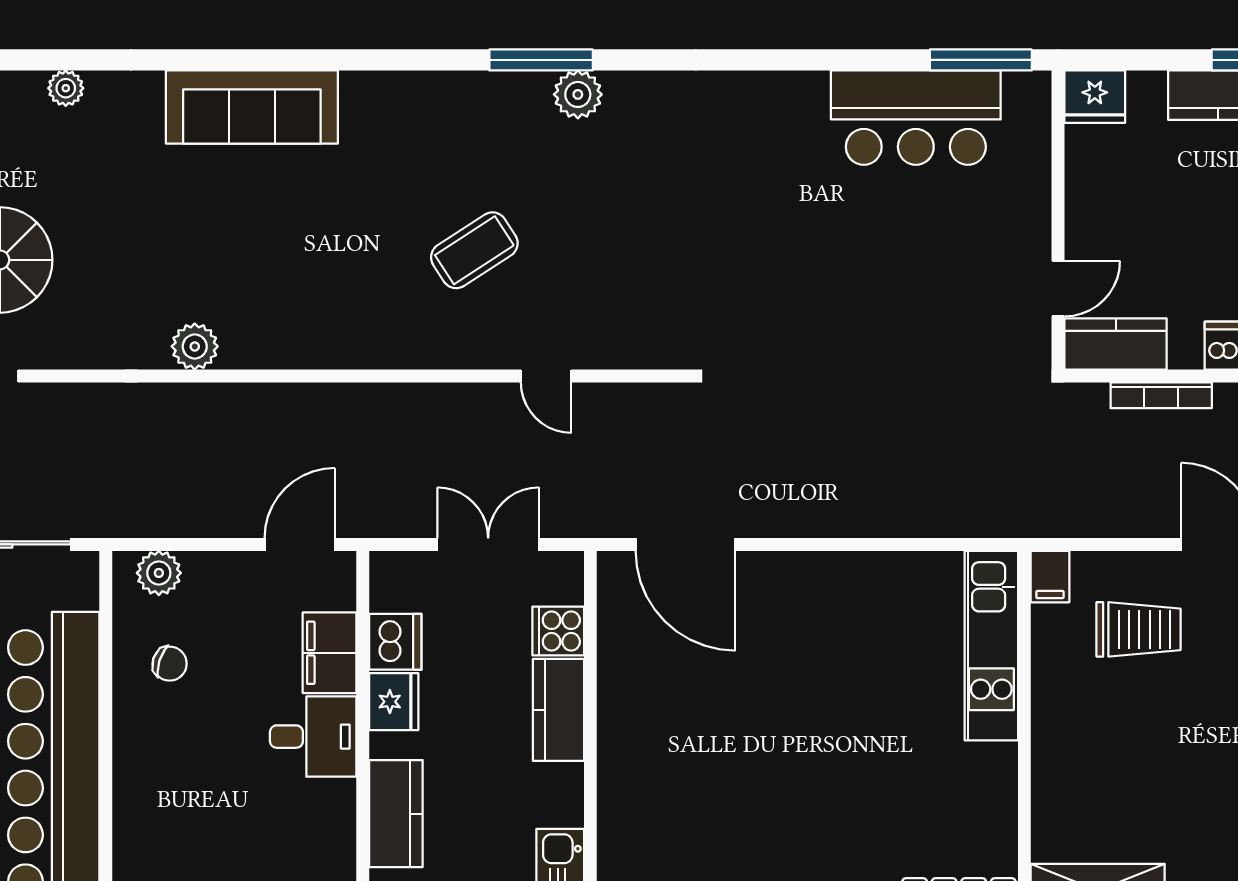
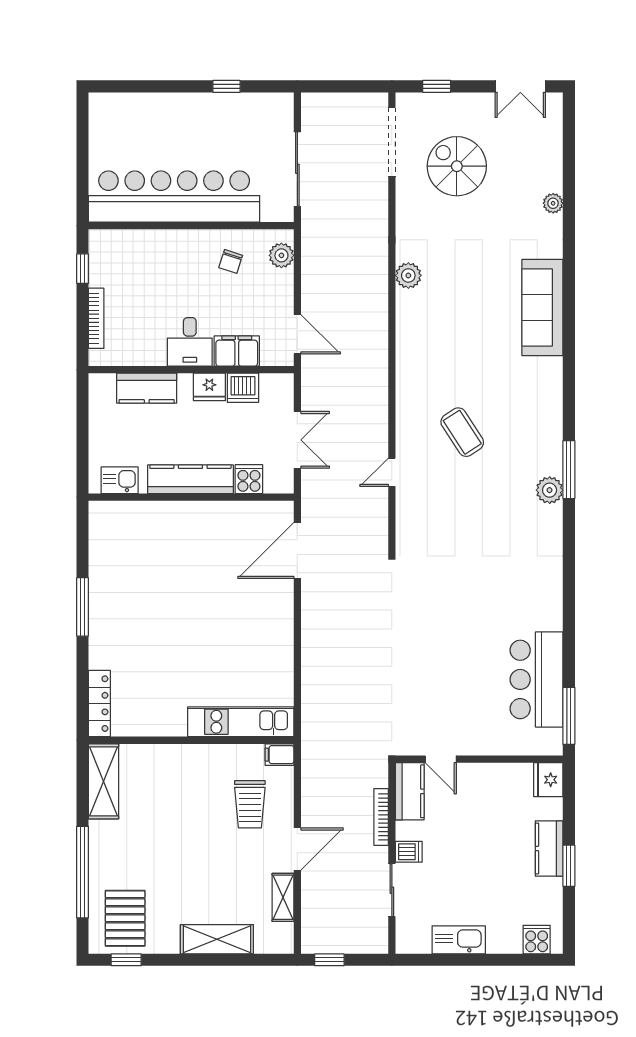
kitchen counter: (558, 710) -> (190, 479), width x1.50

